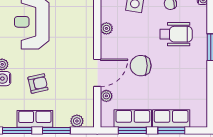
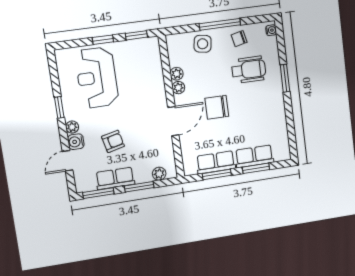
plant: (106, 96) -> (178, 88), moved

